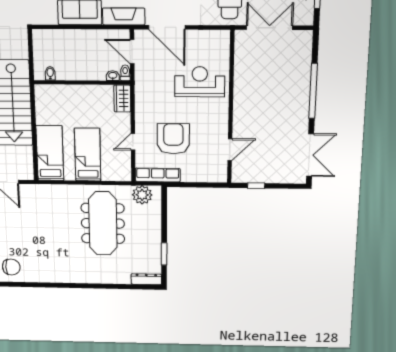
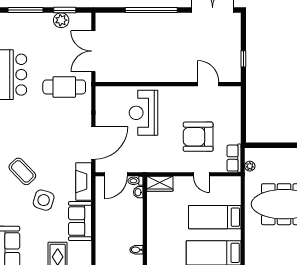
row of seats: (158, 175) -> (234, 158), width x0.68
plant: (142, 195) -> (250, 166), width x0.53, depth x0.53

